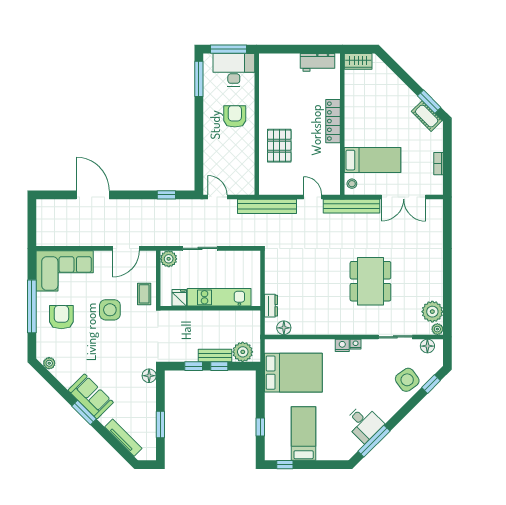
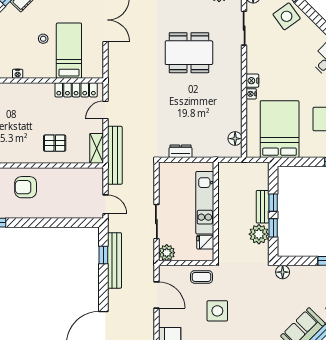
nightstand: (349, 108) -> (18, 74), added
locker: (333, 121) -> (76, 90), moved
pallet: (279, 146) -> (55, 143), width x0.67, depth x0.71
stool: (352, 184) -> (43, 39), moved
shelving: (274, 188) -> (97, 148), added
door: (217, 197) -> (105, 204), swing flipped
bench: (352, 206) -> (115, 260), moved
dresser: (271, 306) -> (181, 151), moved
nightstand: (356, 344) -> (251, 94), moved
plant: (243, 352) -> (259, 234), moved

